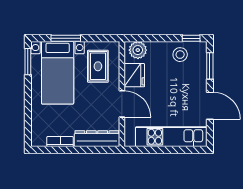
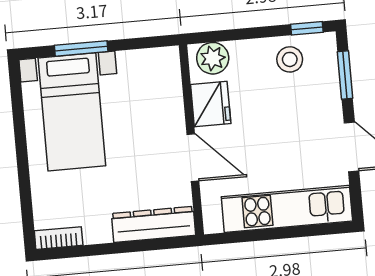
window: (28, 62) -> (17, 96), removed
rug: (98, 66) -> (144, 94), removed
bookcase: (60, 142) -> (59, 238), moved

